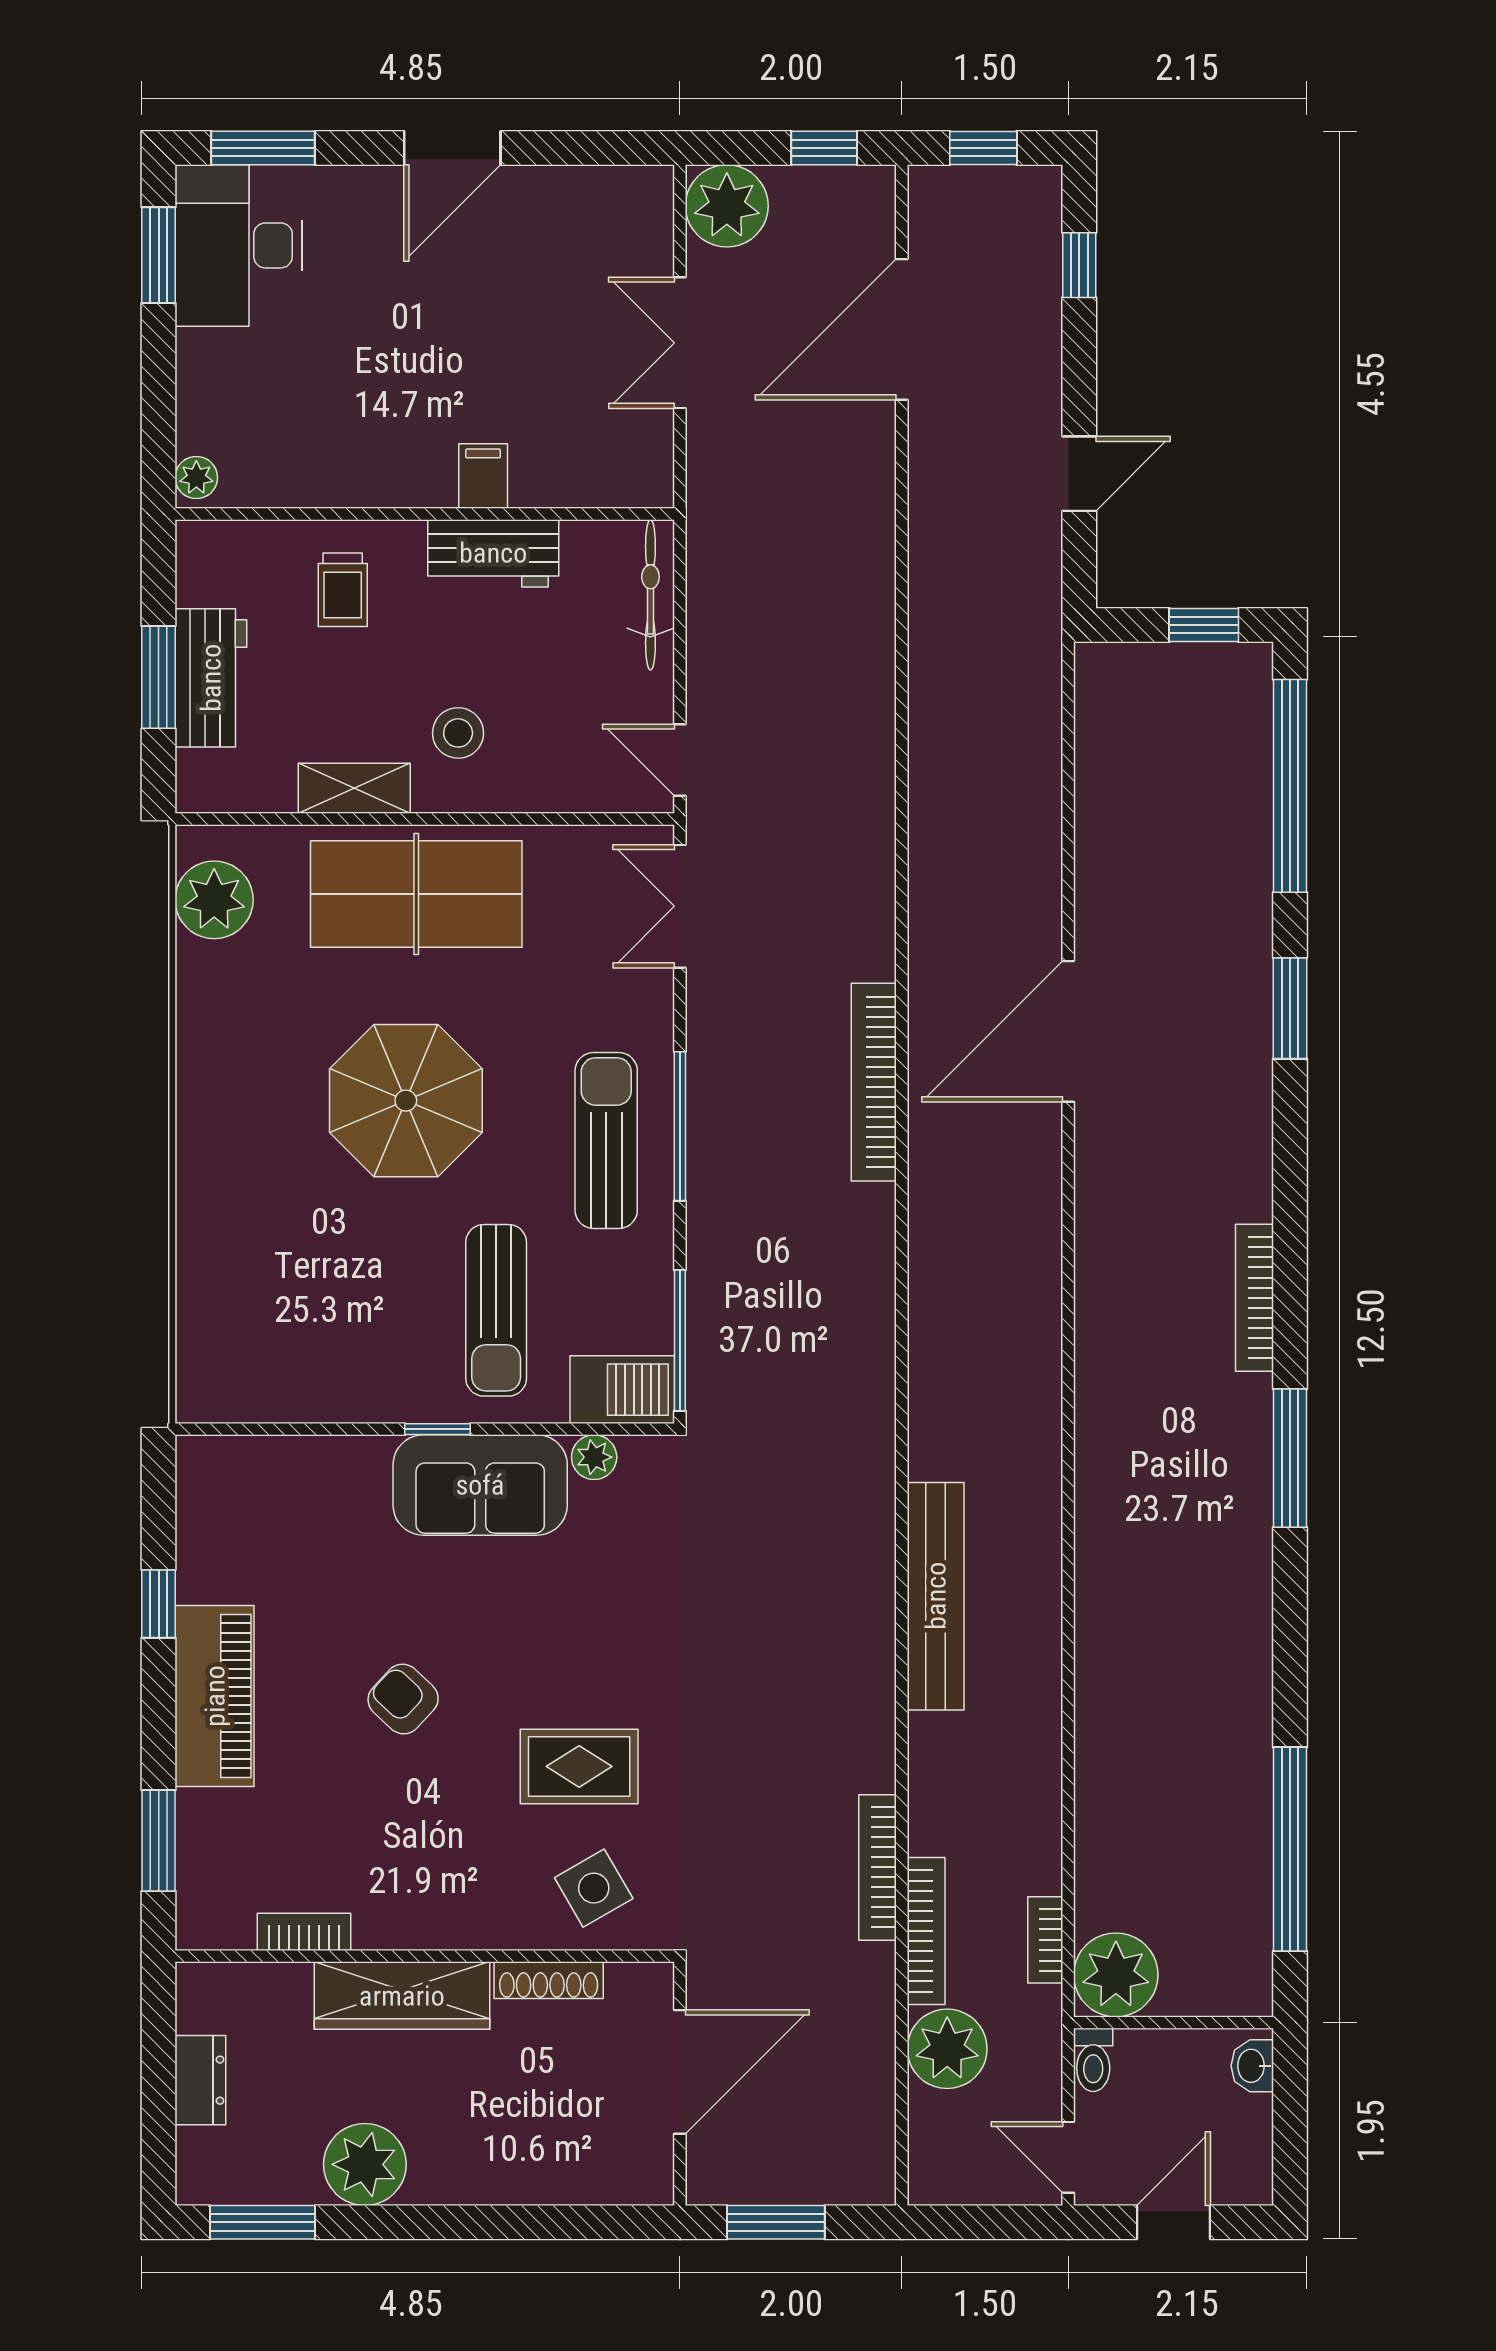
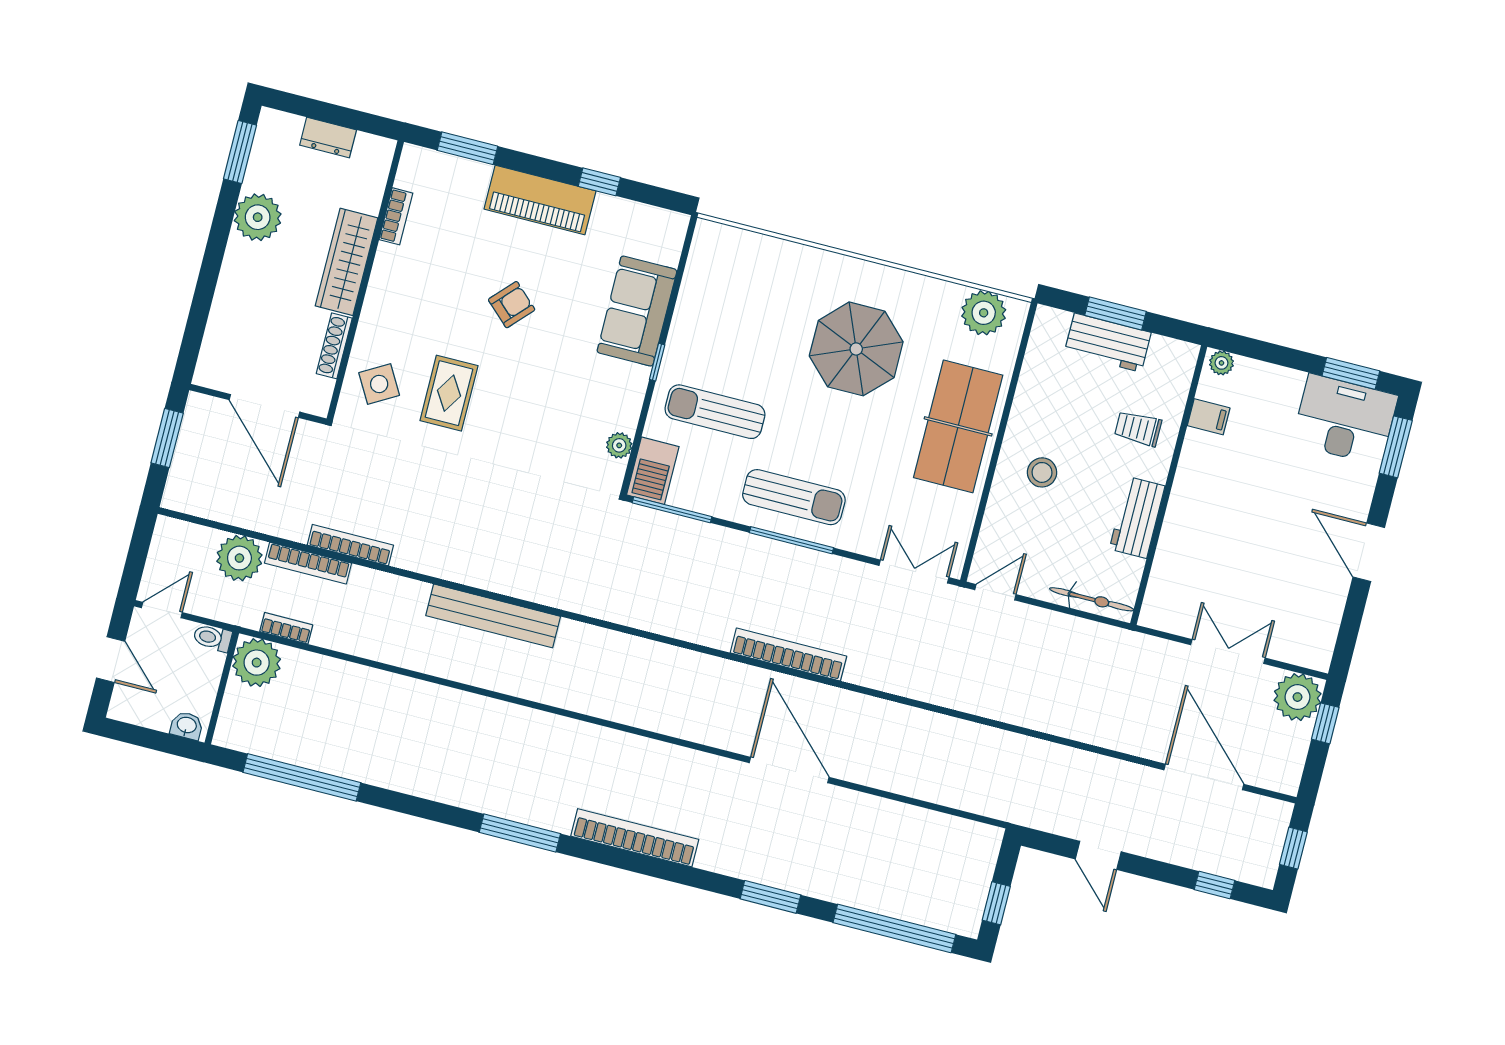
window: (824, 148) -> (1325, 723), moved
filing cabinet: (483, 476) -> (1209, 417), moved
shelving: (354, 788) -> (1026, 407), removed
parasol: (406, 1101) -> (856, 349), moved
bookcase: (1255, 1298) -> (635, 838), width x1.48, depth x1.31
sofa: (480, 1485) -> (637, 311), moved

